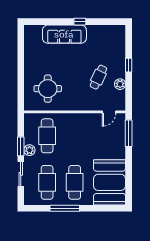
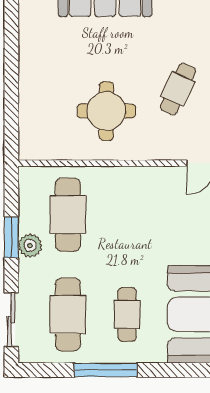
round table: (48, 89) -> (106, 111), moved
sliding door: (21, 174) -> (11, 320), moved
cafe table: (75, 182) -> (127, 314), width x0.73, depth x0.74

